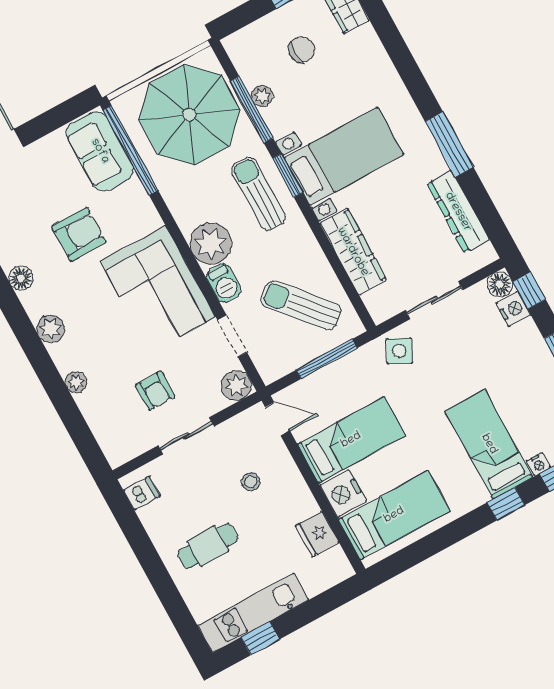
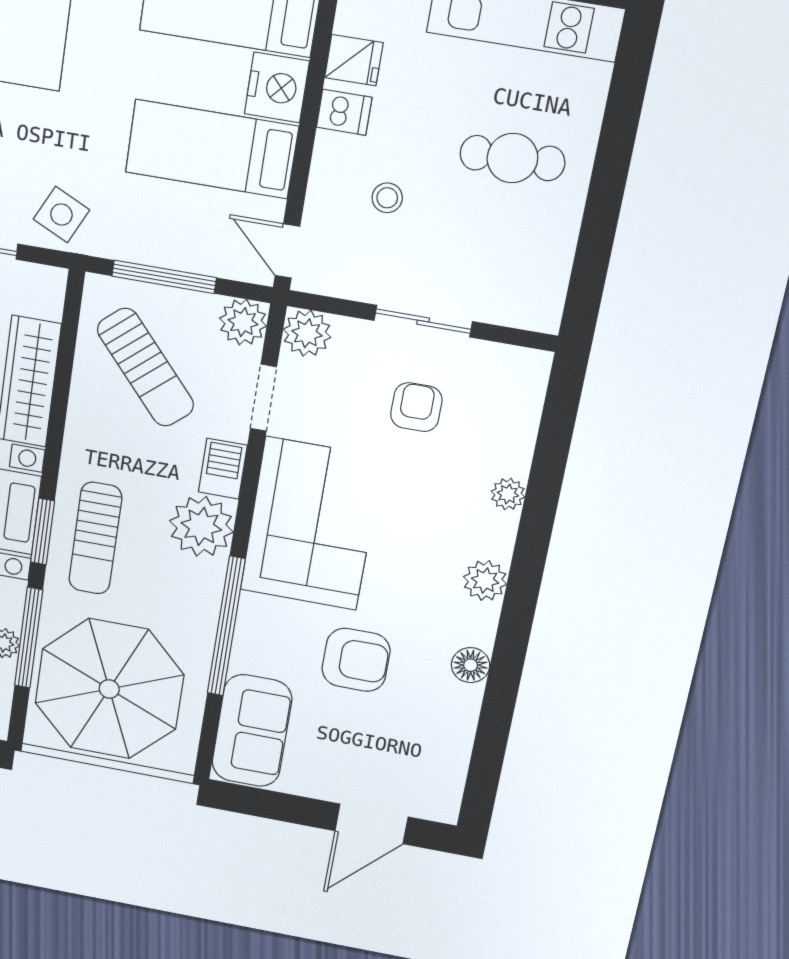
window: (130, 150) -> (226, 626), moved
armchair: (79, 234) -> (356, 660), turned 180
plant: (271, 367) -> (243, 322), added
dishwasher: (142, 493) -> (344, 112), moved, turned 180
fridge: (317, 534) -> (354, 60), width x0.72

